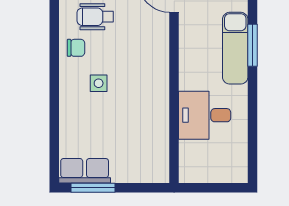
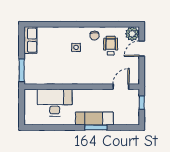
desk: (205, 115) -> (55, 103), width x1.37
window: (93, 188) -> (22, 70), moved

